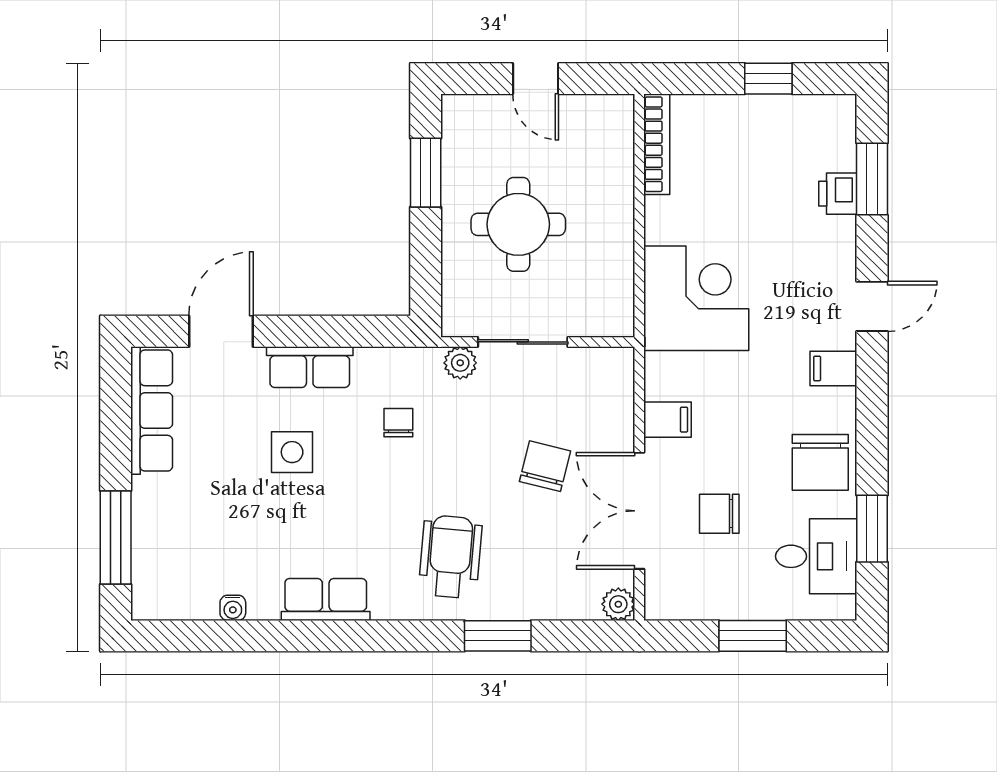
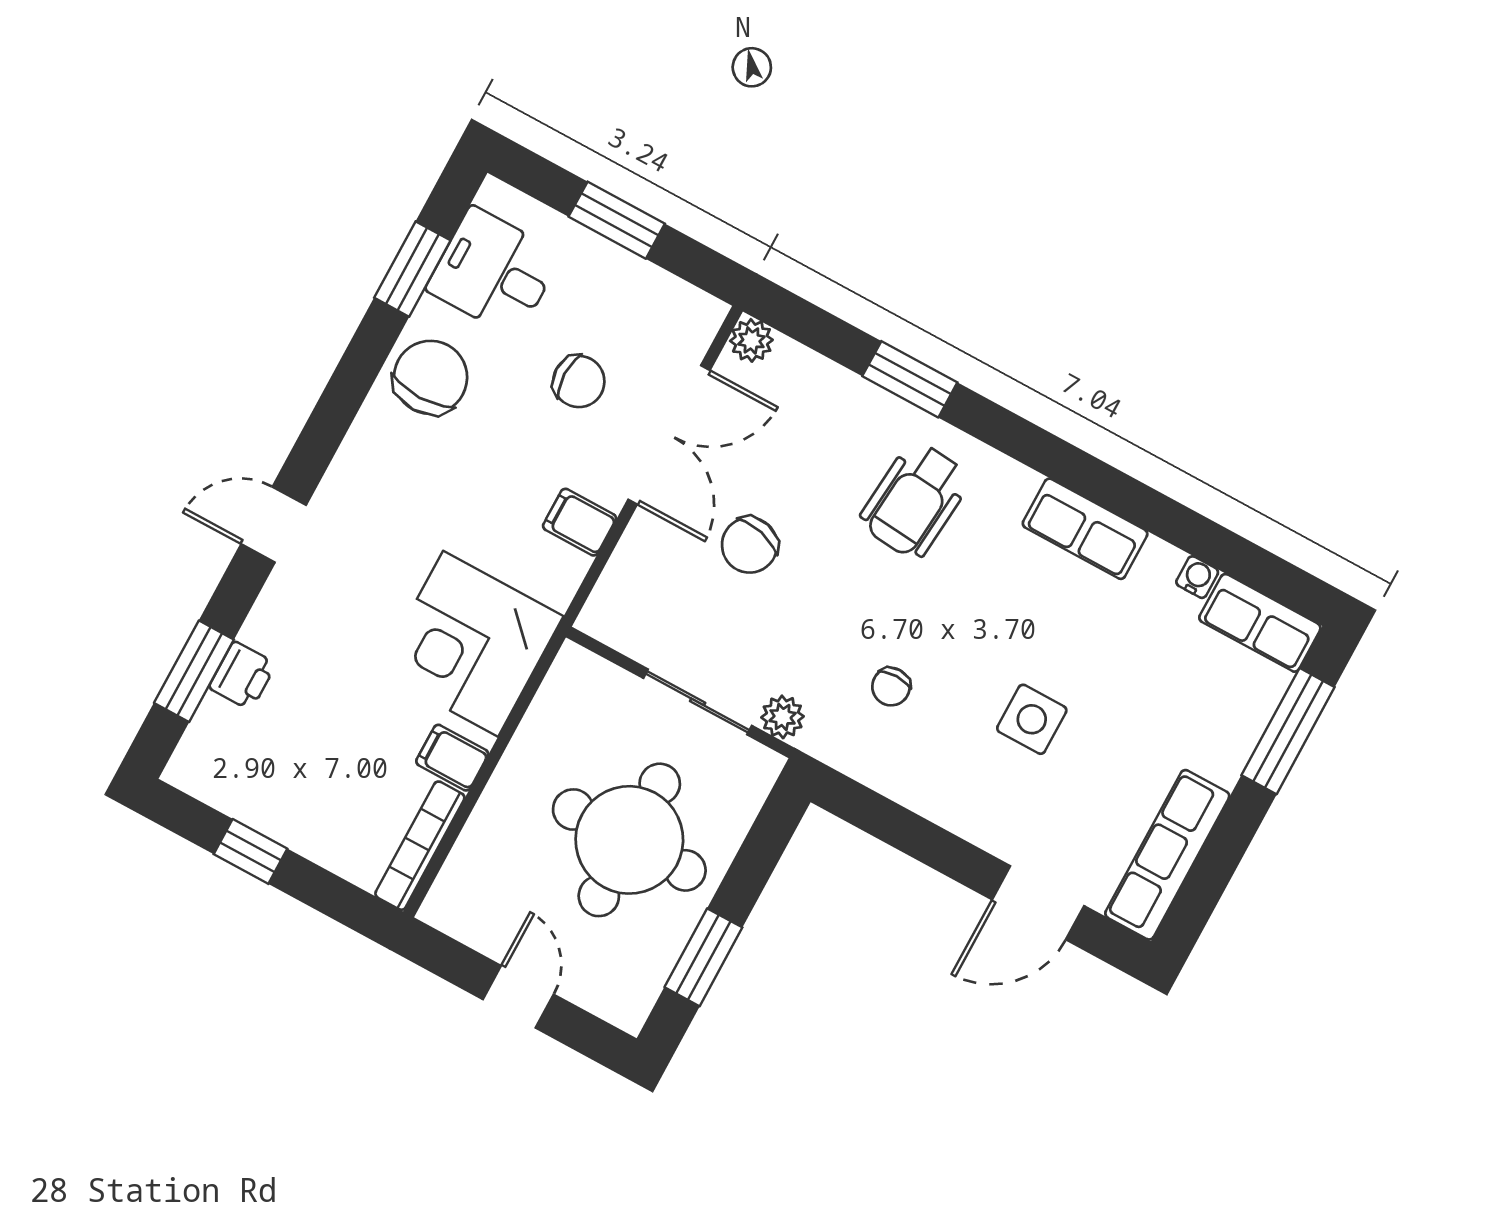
round table: (518, 224) -> (629, 840), width x1.36, depth x1.36
row of seats: (310, 367) -> (1260, 623), moved, turned 180
filing cabinet: (833, 368) -> (452, 758), moved, turned 180

